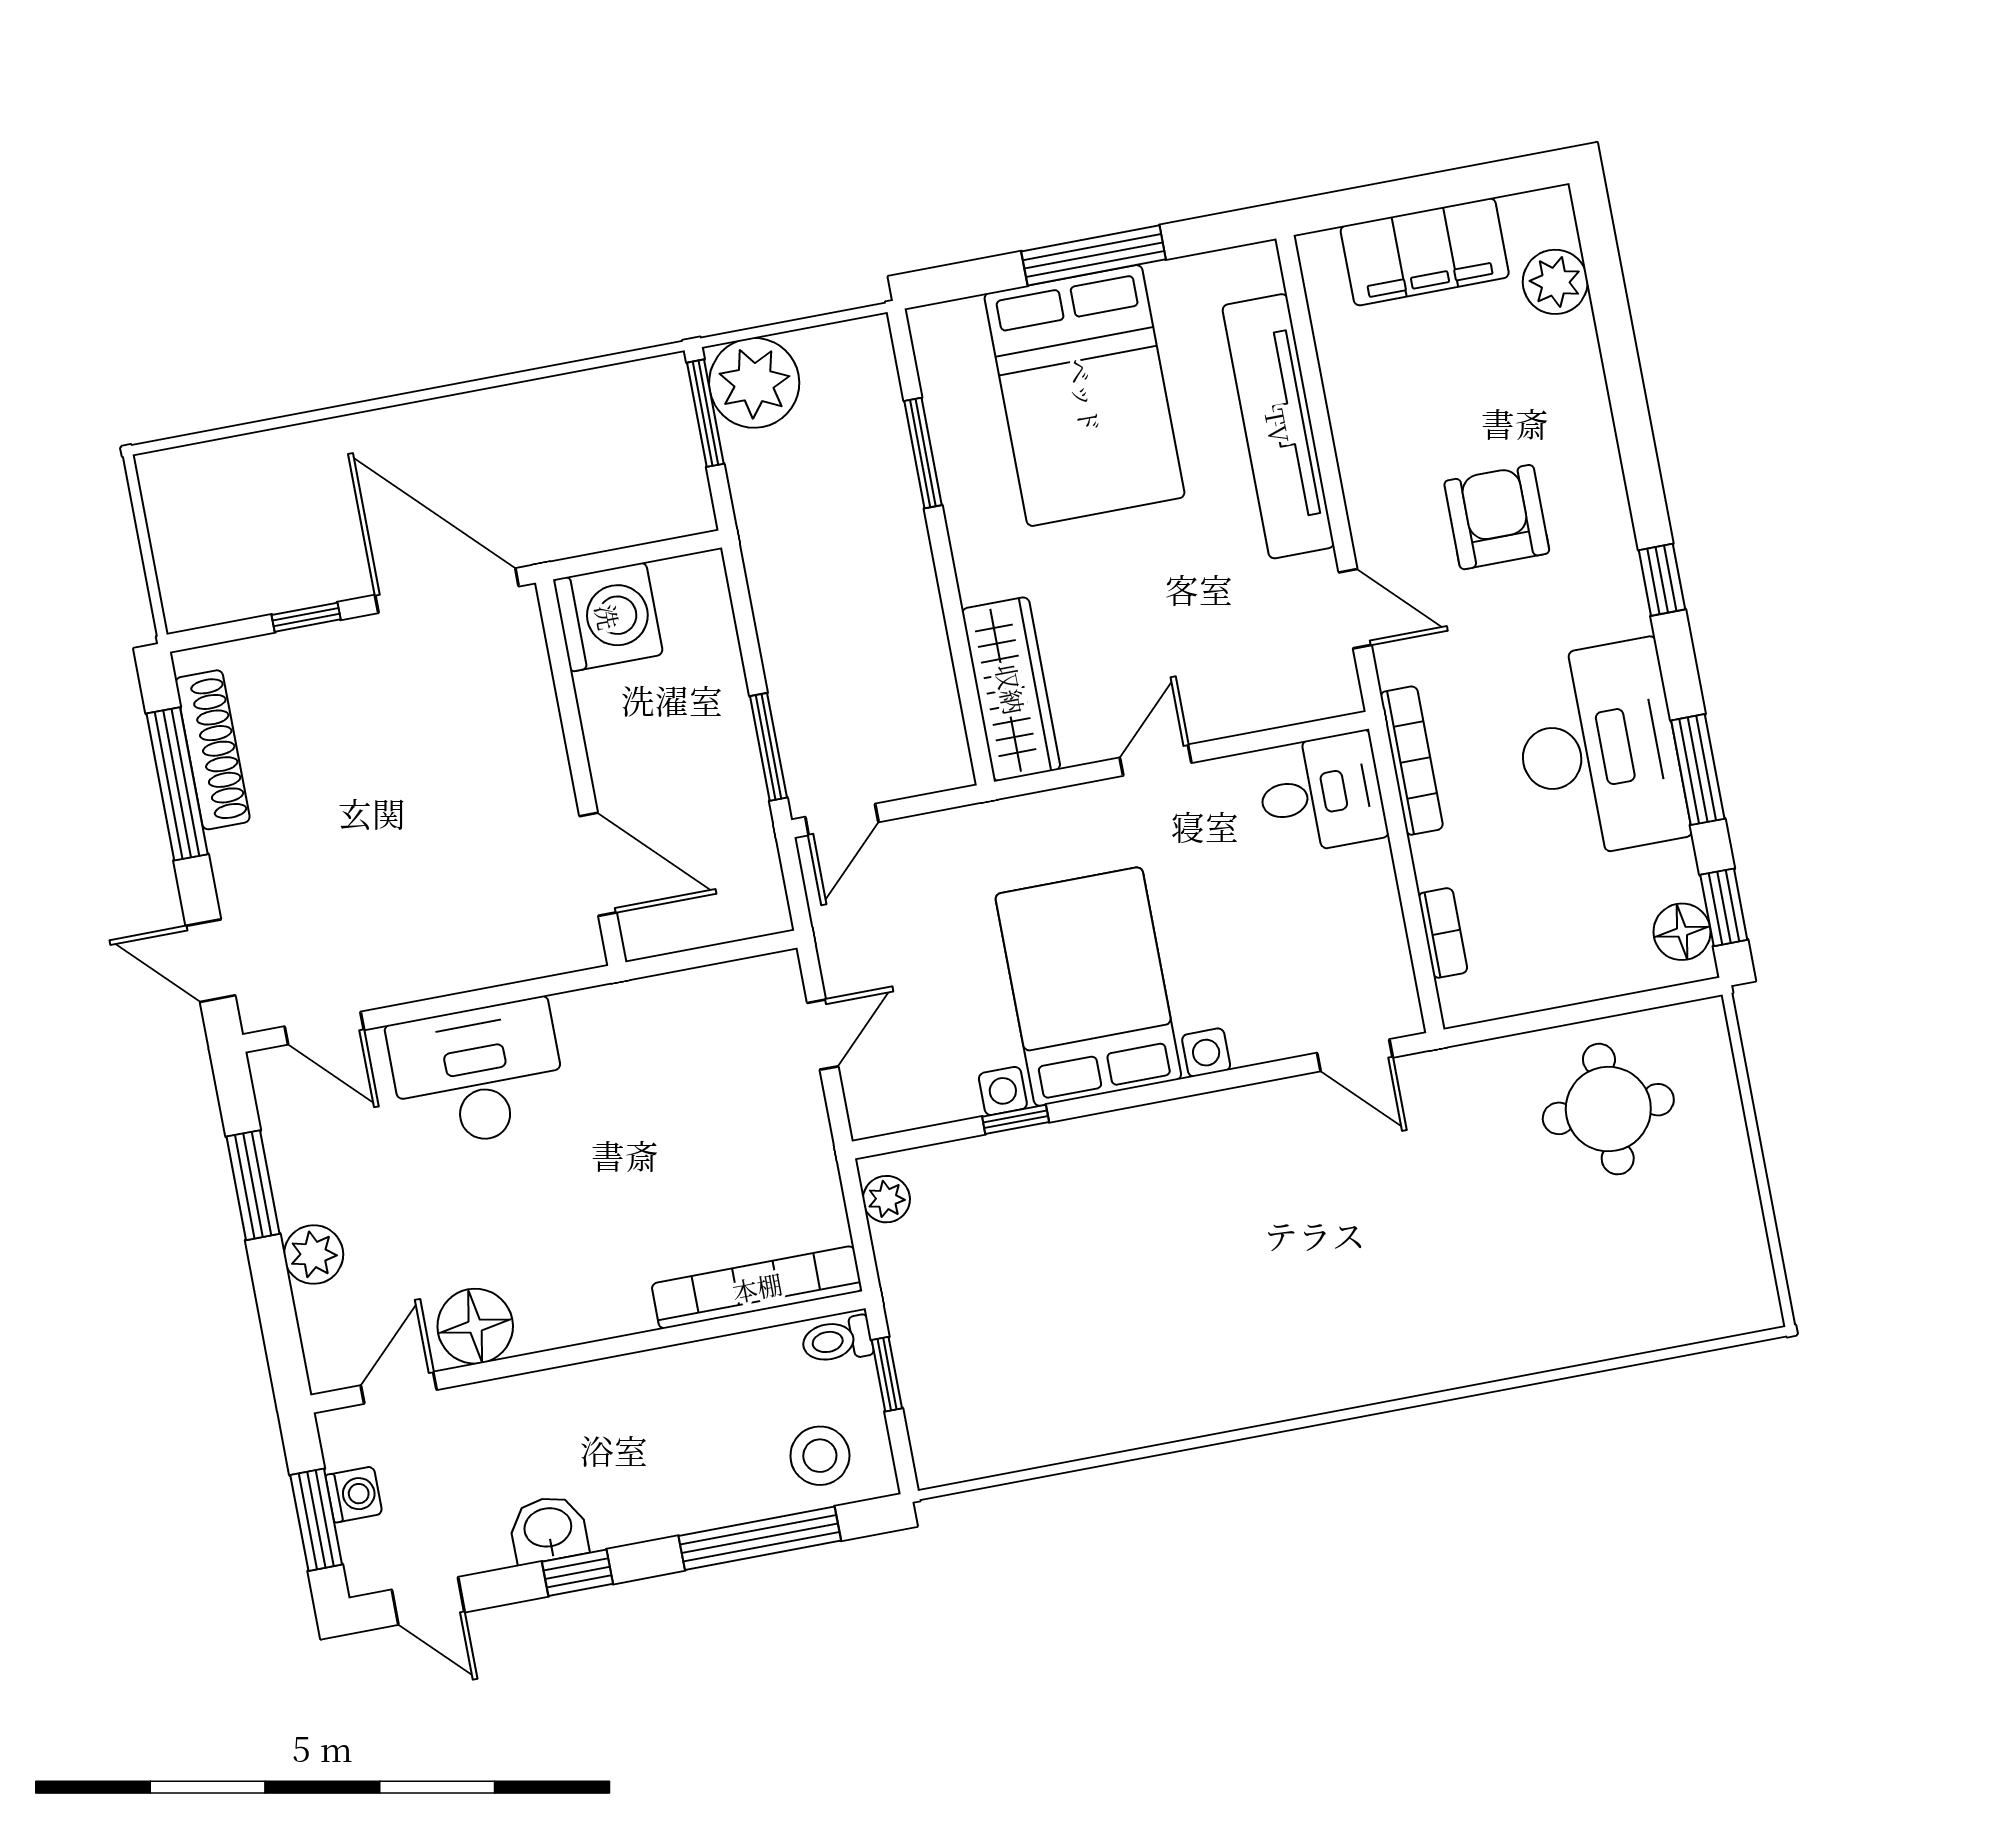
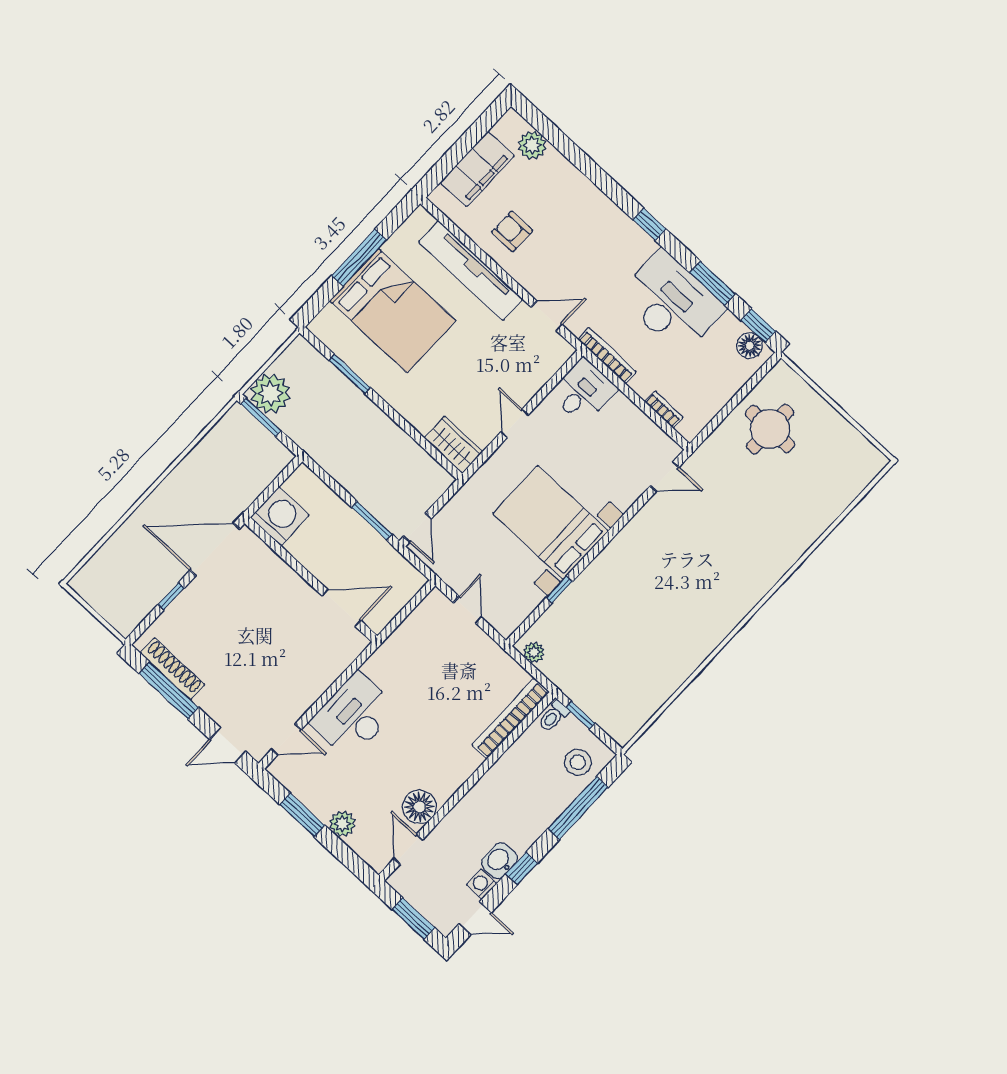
armchair: (1497, 517) -> (512, 231), moved, width x0.72, depth x0.72
wardrobe: (1011, 689) -> (453, 445), width x0.67
washing machine: (354, 1495) -> (482, 884), moved, turned -90

